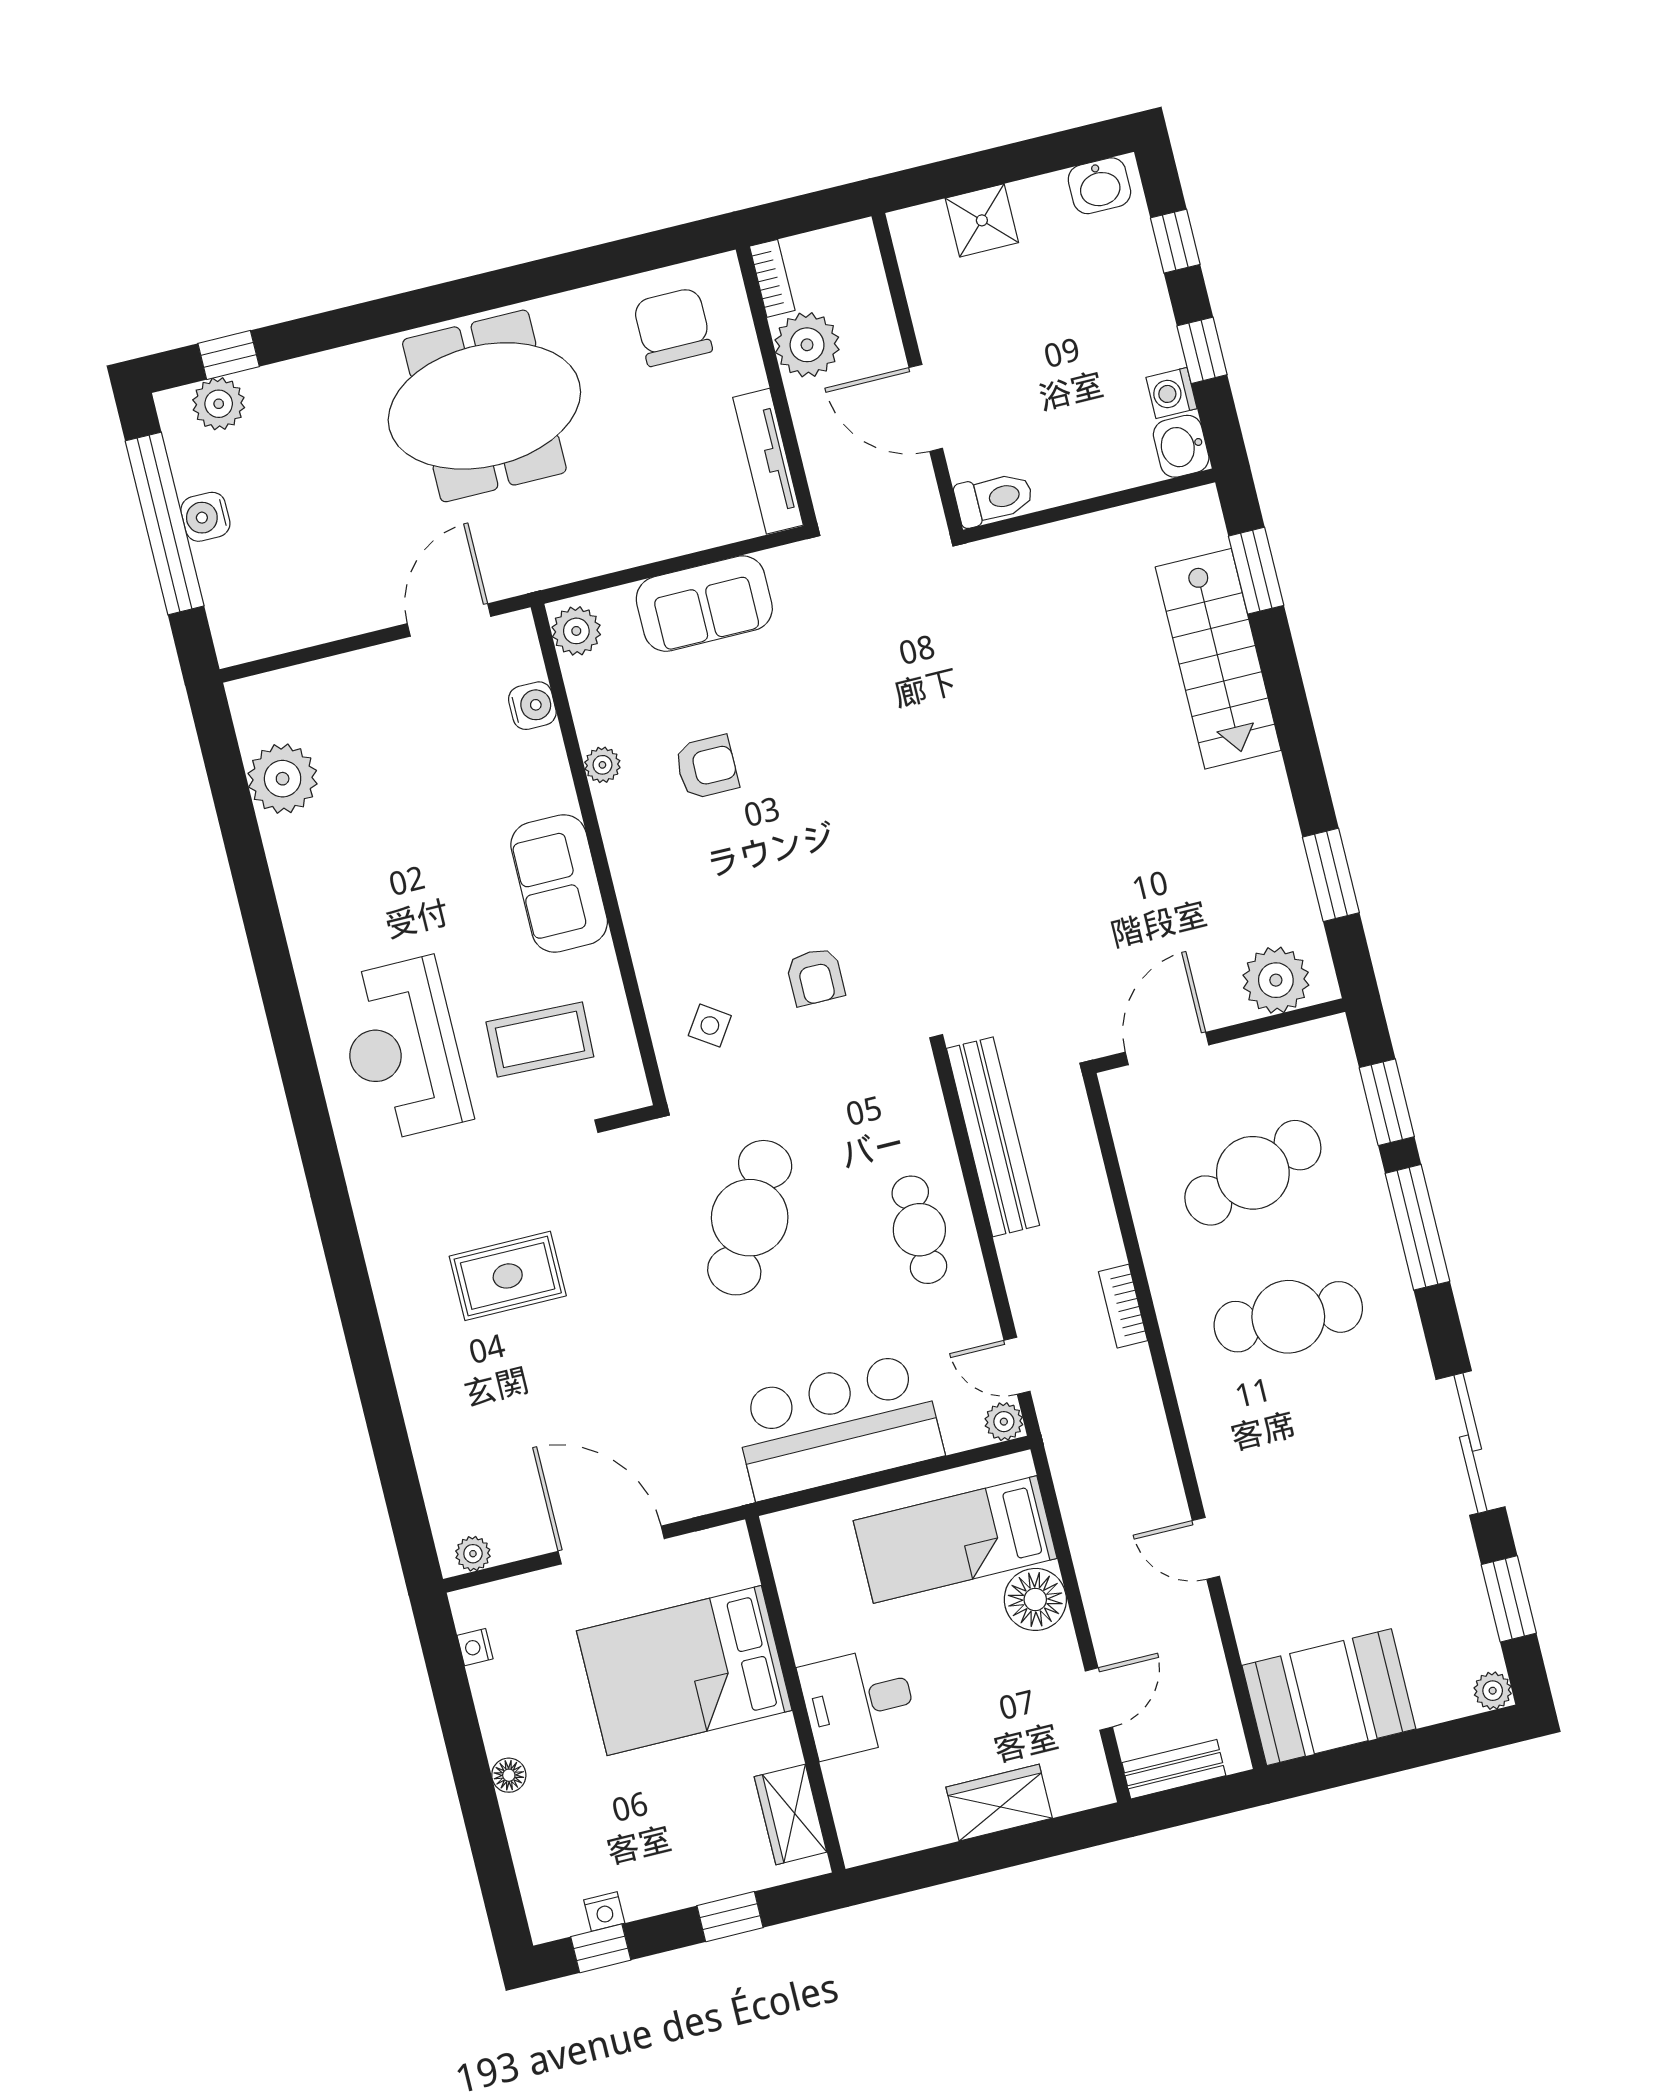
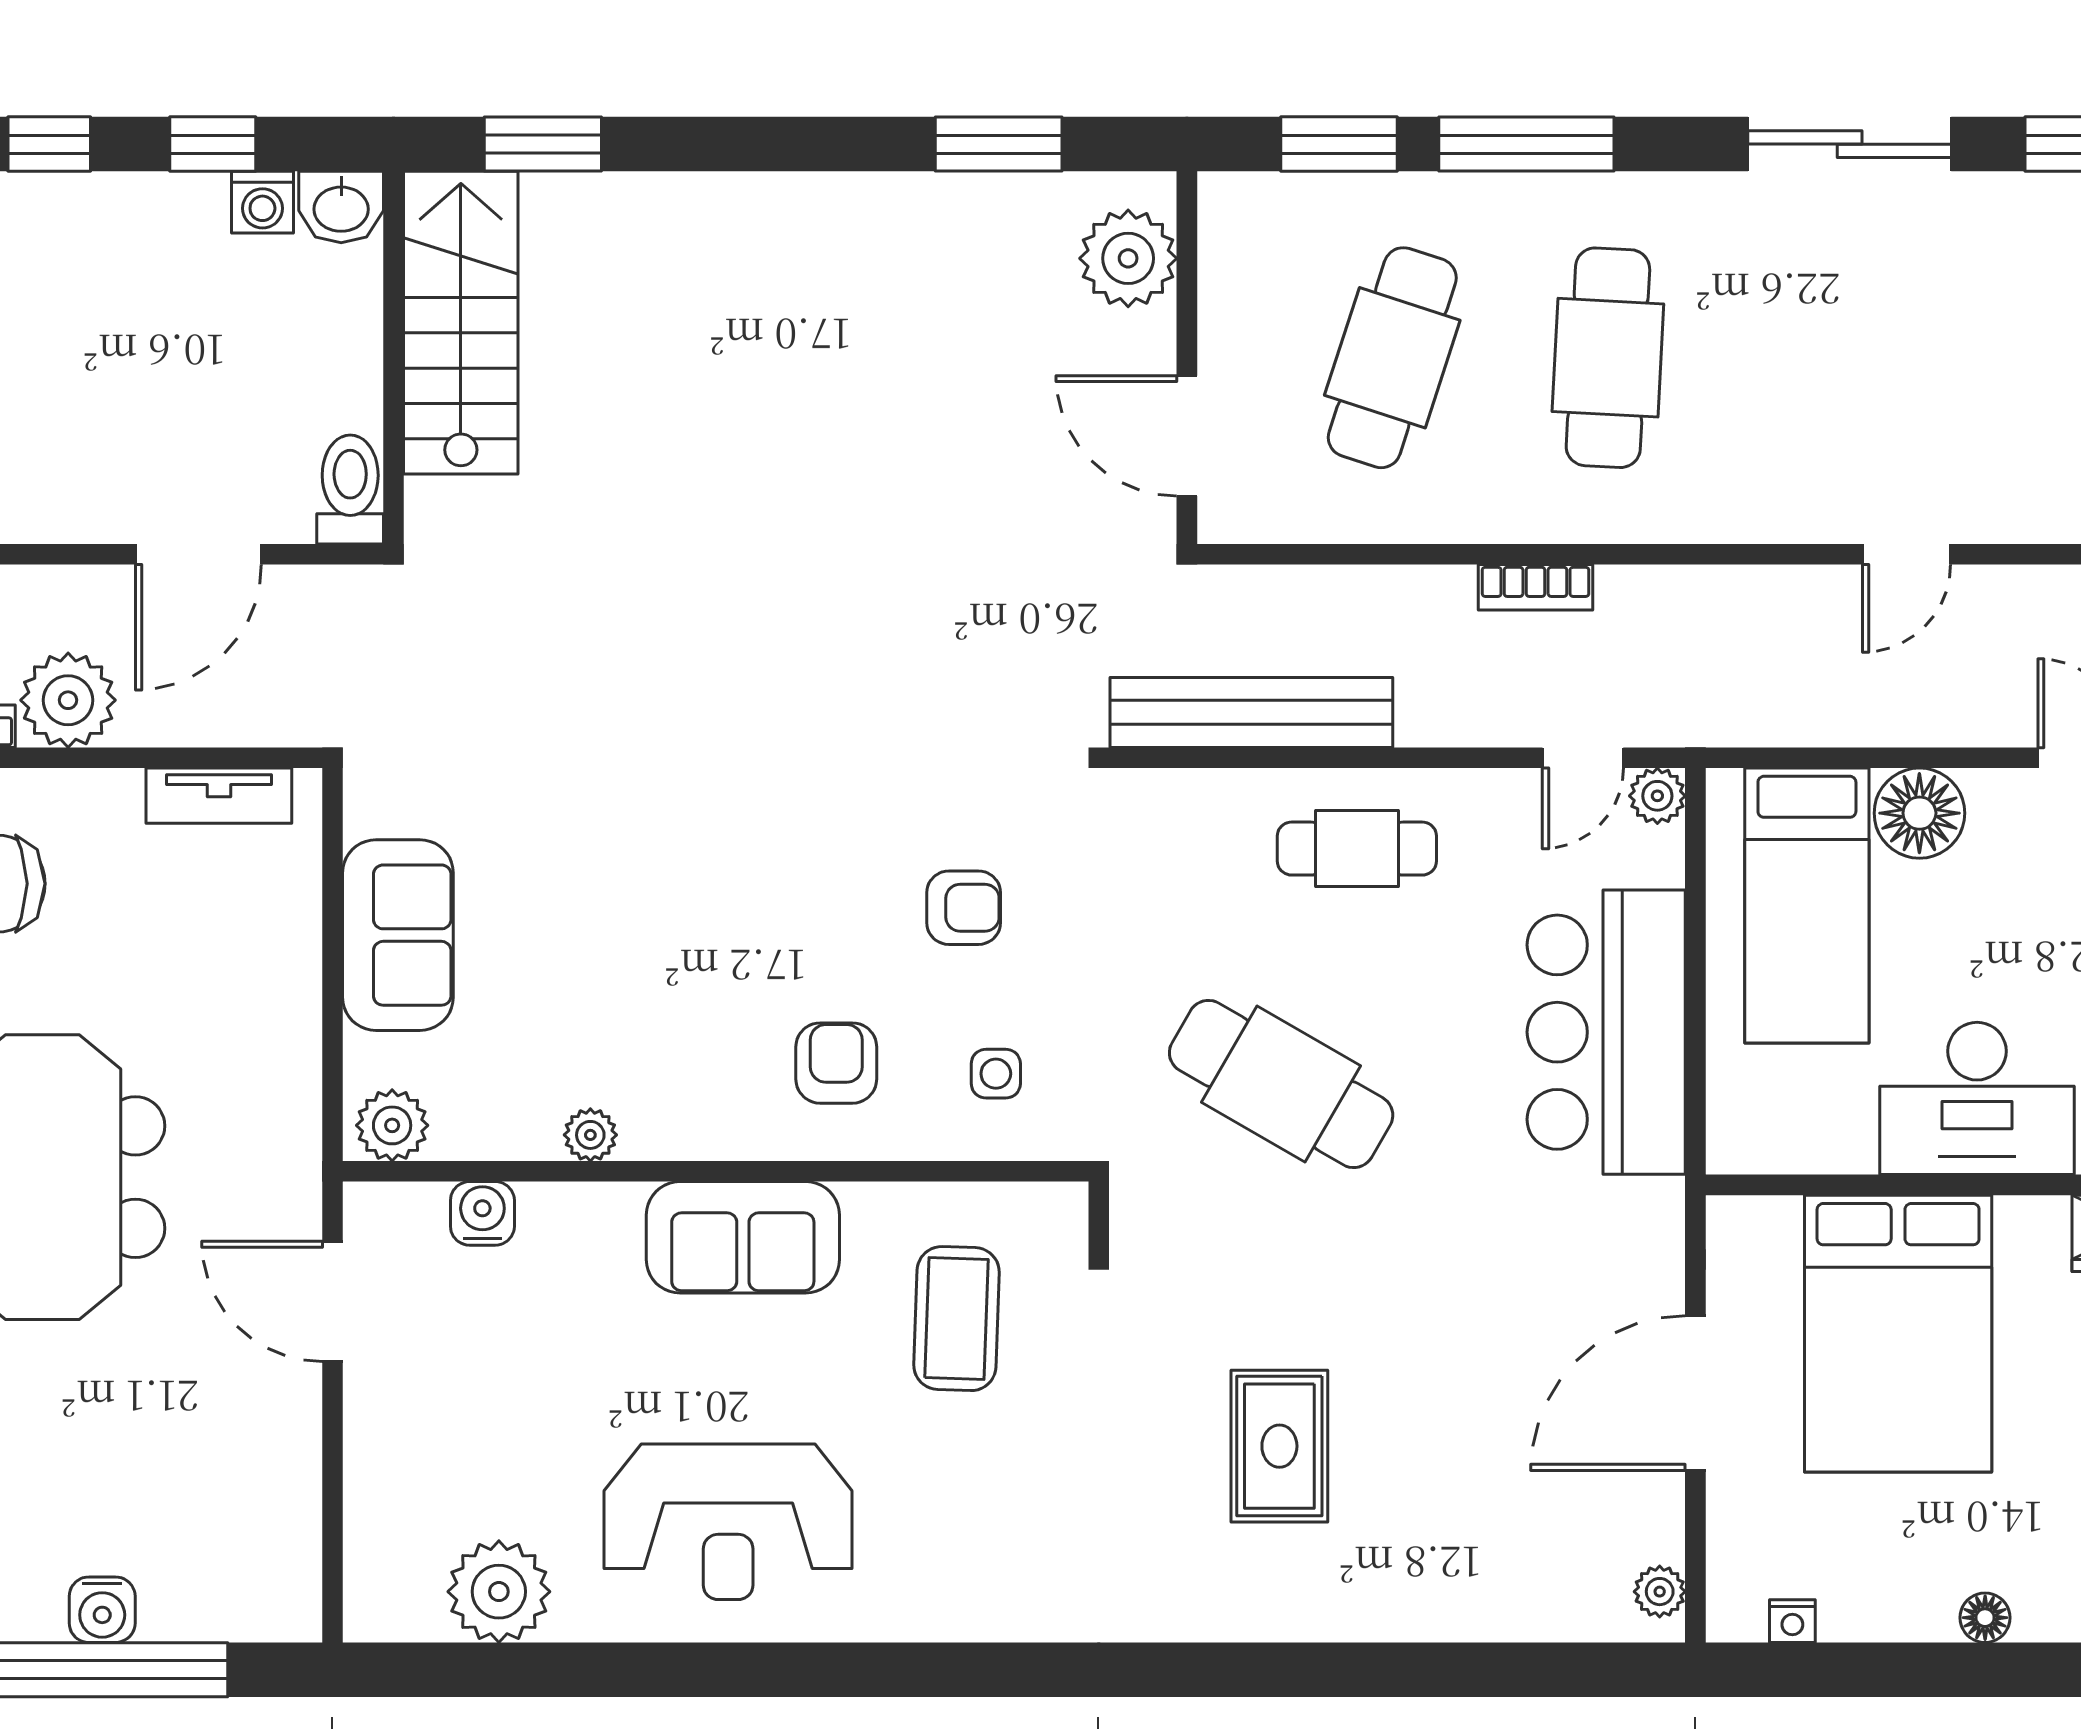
tv unit: (768, 461) -> (219, 796), width x0.71
stairs: (1218, 659) -> (461, 323), moved, turned -90
armchair: (707, 767) -> (836, 1063), moved
side table: (710, 1026) -> (996, 1074), turned -34
reception desk: (403, 1049) -> (728, 1522), moved
cafe table: (1253, 1173) -> (1392, 358), turned 36
desk: (859, 1702) -> (1977, 1098), width x1.37

